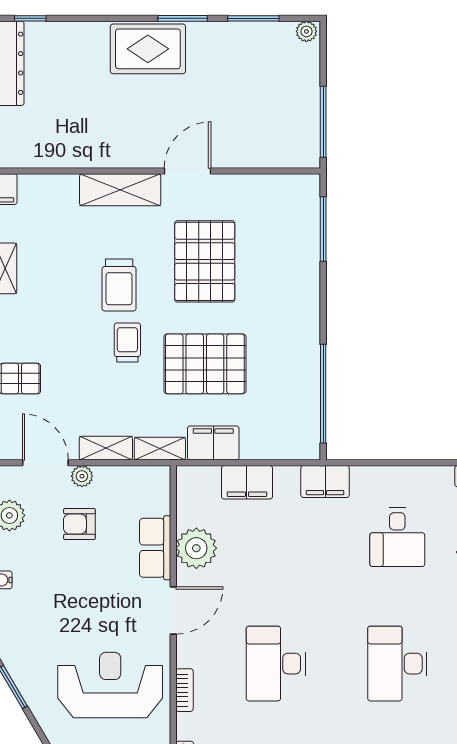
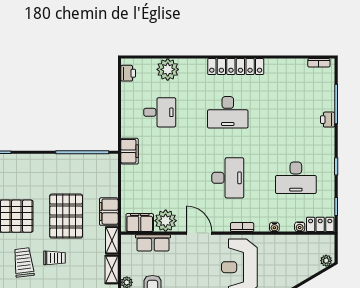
trolley: (119, 285) -> (24, 262), turned -97
trolley: (127, 342) -> (55, 258), turned 180
filing cabinet: (247, 482) -> (140, 223), moved, turned -90
row of seats: (155, 548) -> (153, 243), moved
desk: (276, 664) -> (228, 178), turned -90

